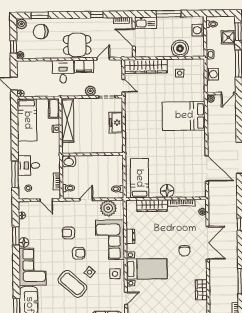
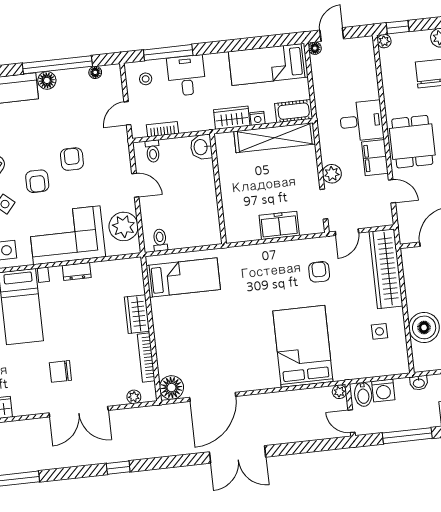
bidet: (213, 86) -> (363, 394), added
armchair: (144, 103) -> (319, 272), added
wardrobe: (54, 143) -> (232, 118), added
floor lamp: (167, 191) -> (172, 388), moved
wardrobe: (152, 206) -> (137, 314), width x0.67
window: (16, 236) -> (57, 65), width x2.11

